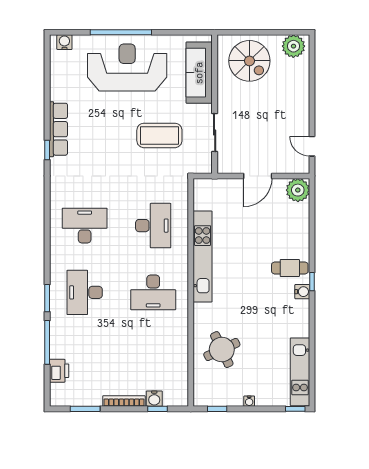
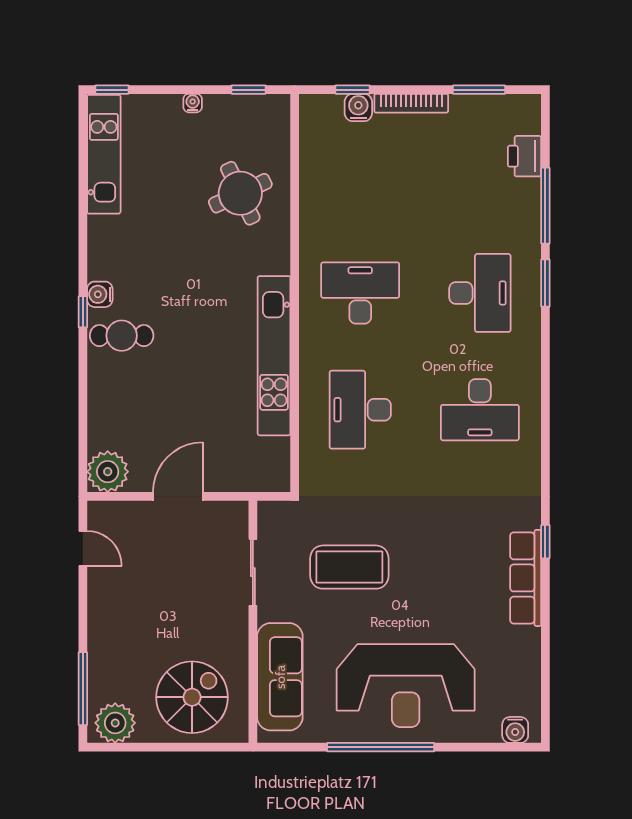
window: (121, 32) -> (381, 747), moved
spiral stairs: (249, 61) -> (192, 697), turned 90
window: (312, 66) -> (83, 689), added

